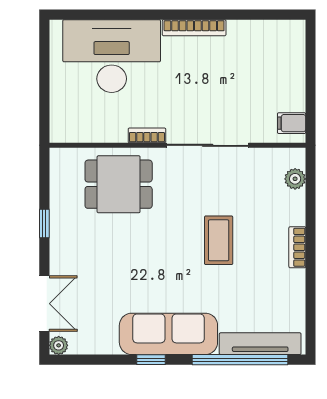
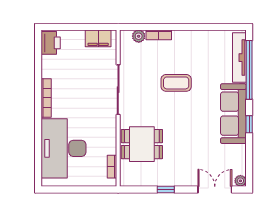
printer: (284, 35) -> (51, 43), added
filing cabinet: (292, 123) -> (98, 38), width x2.00
bookcase: (147, 135) -> (112, 167), moved
dining table: (119, 184) -> (142, 144), turned 90
bookcase: (297, 247) -> (159, 35), moved

